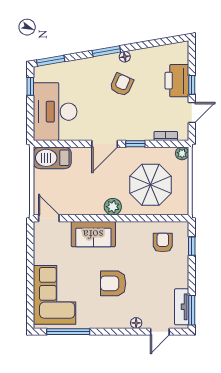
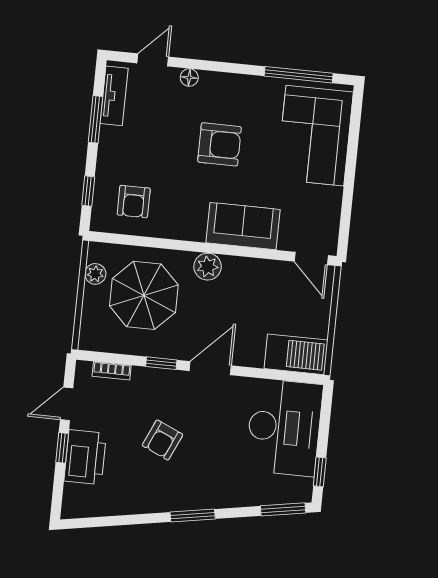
floor lamp: (125, 57) -> (164, 504), removed
armchair: (122, 85) -> (162, 440), moved
plant: (182, 153) -> (95, 274), moved
window: (192, 310) -> (96, 119), moved

